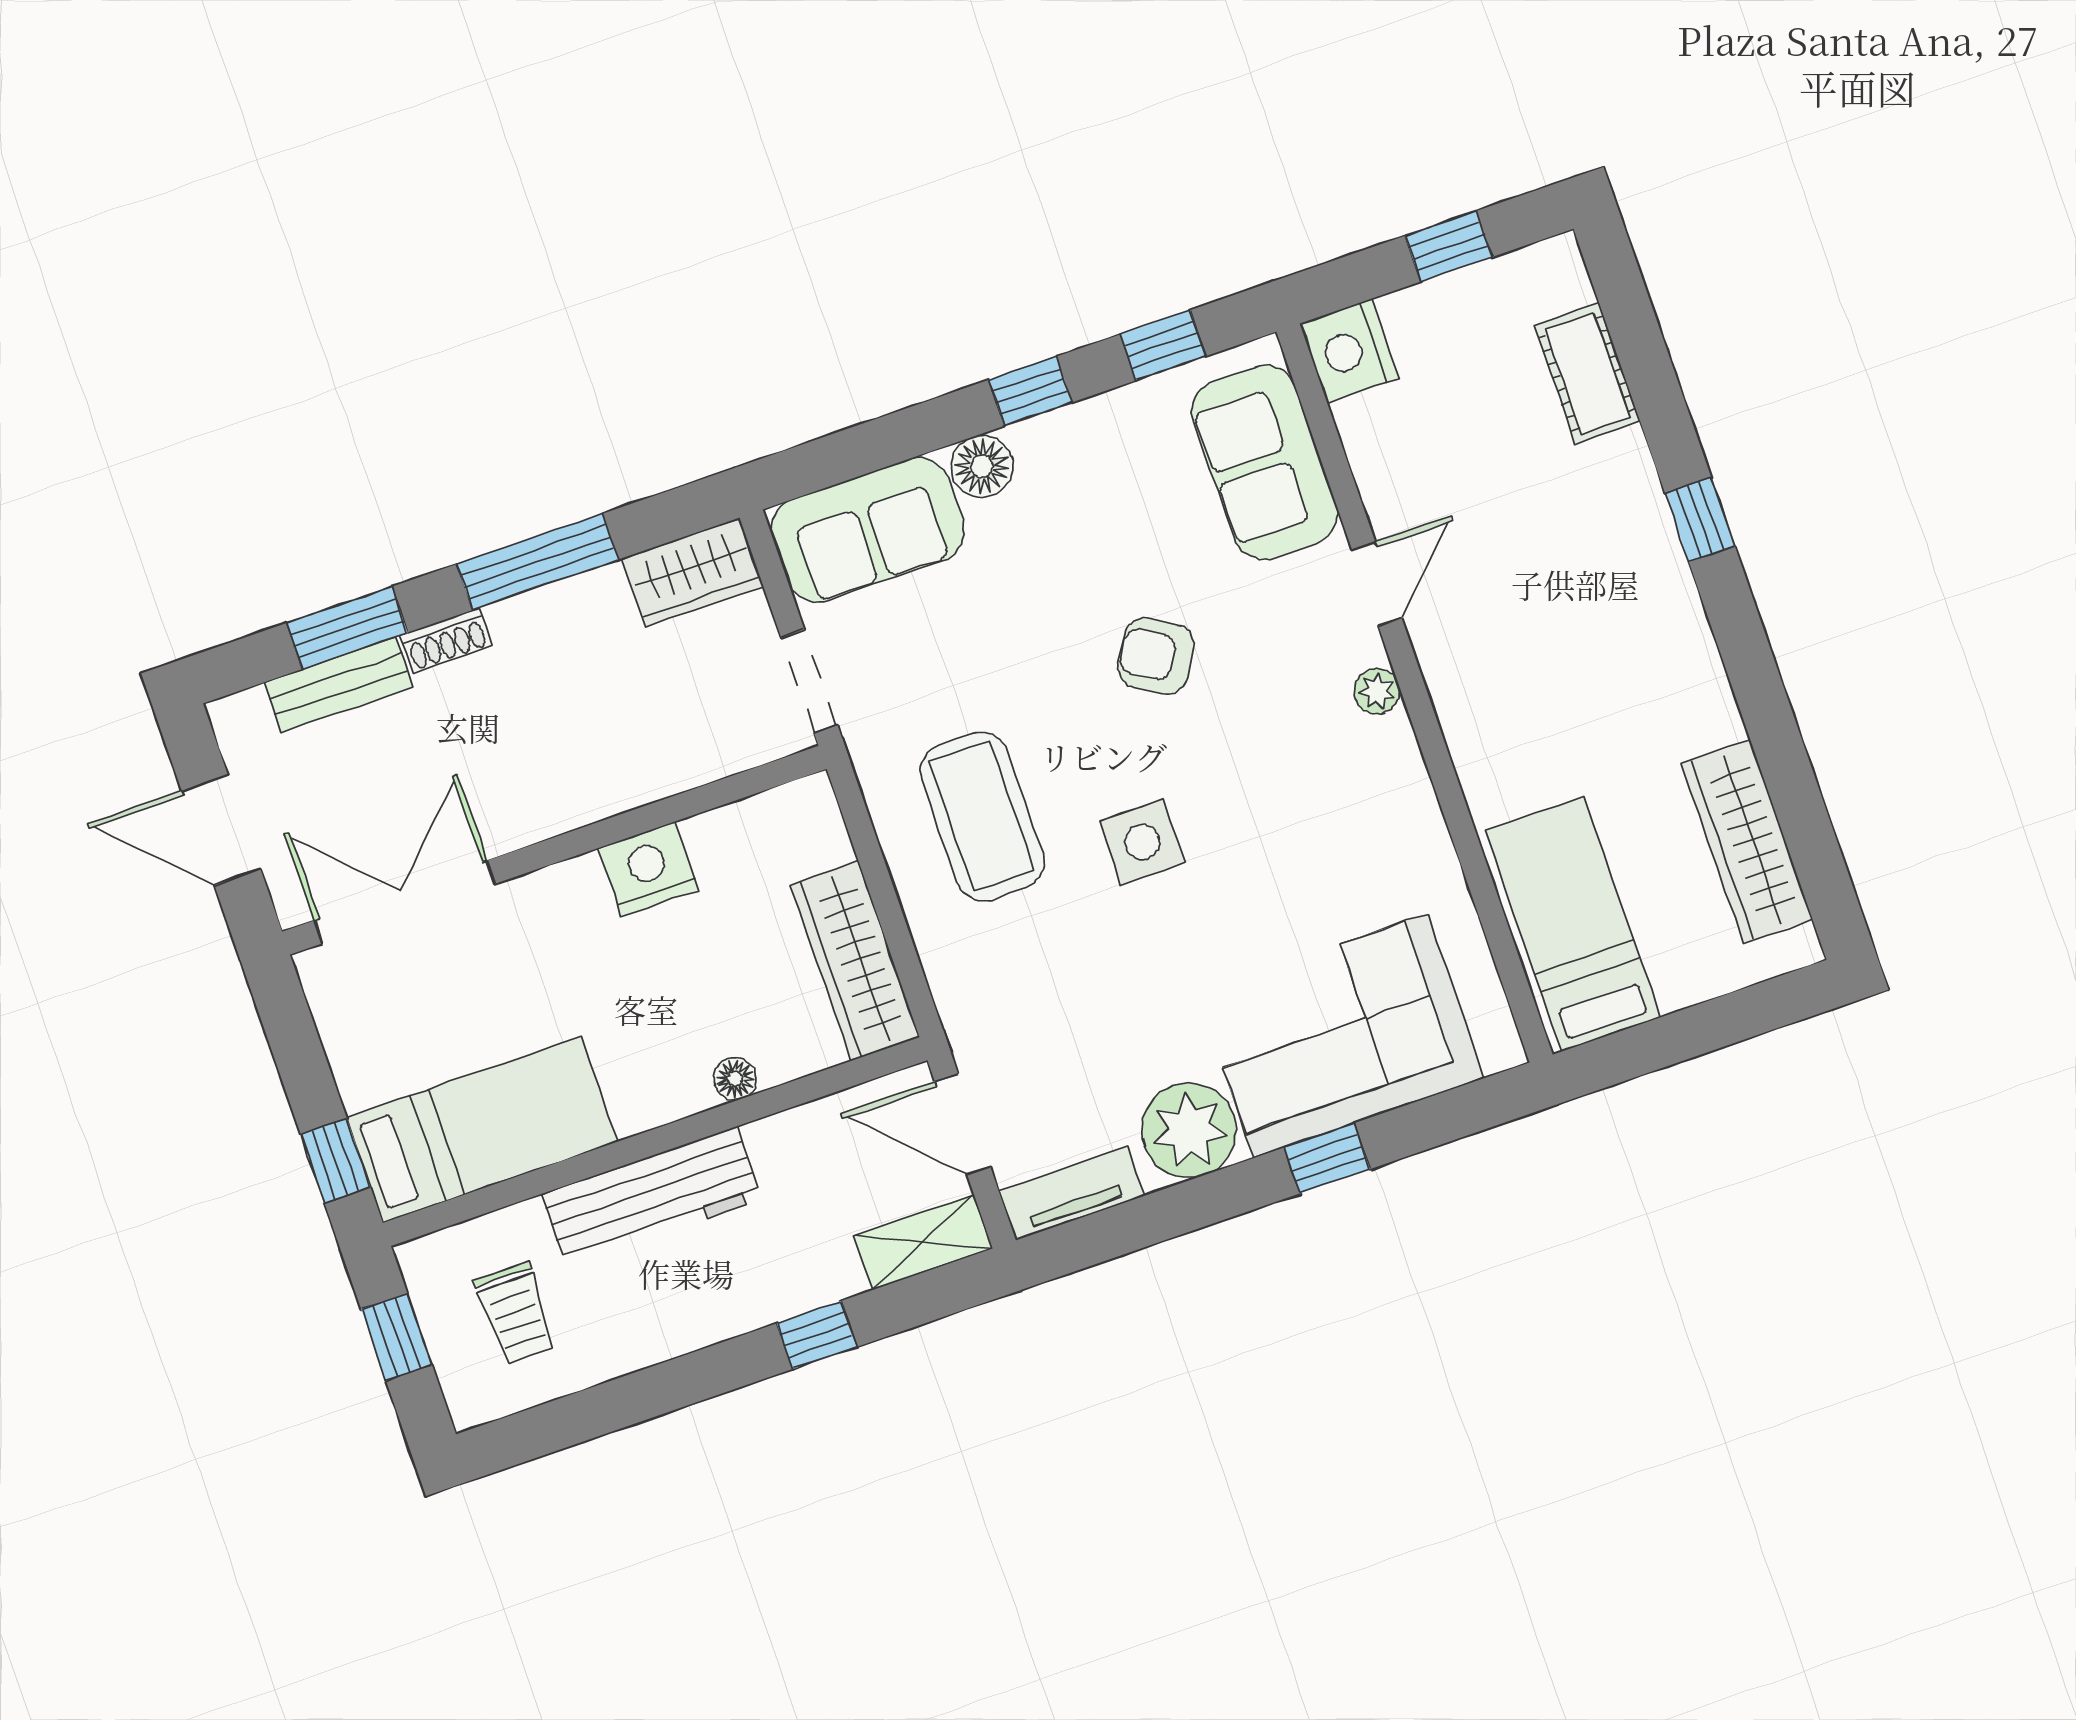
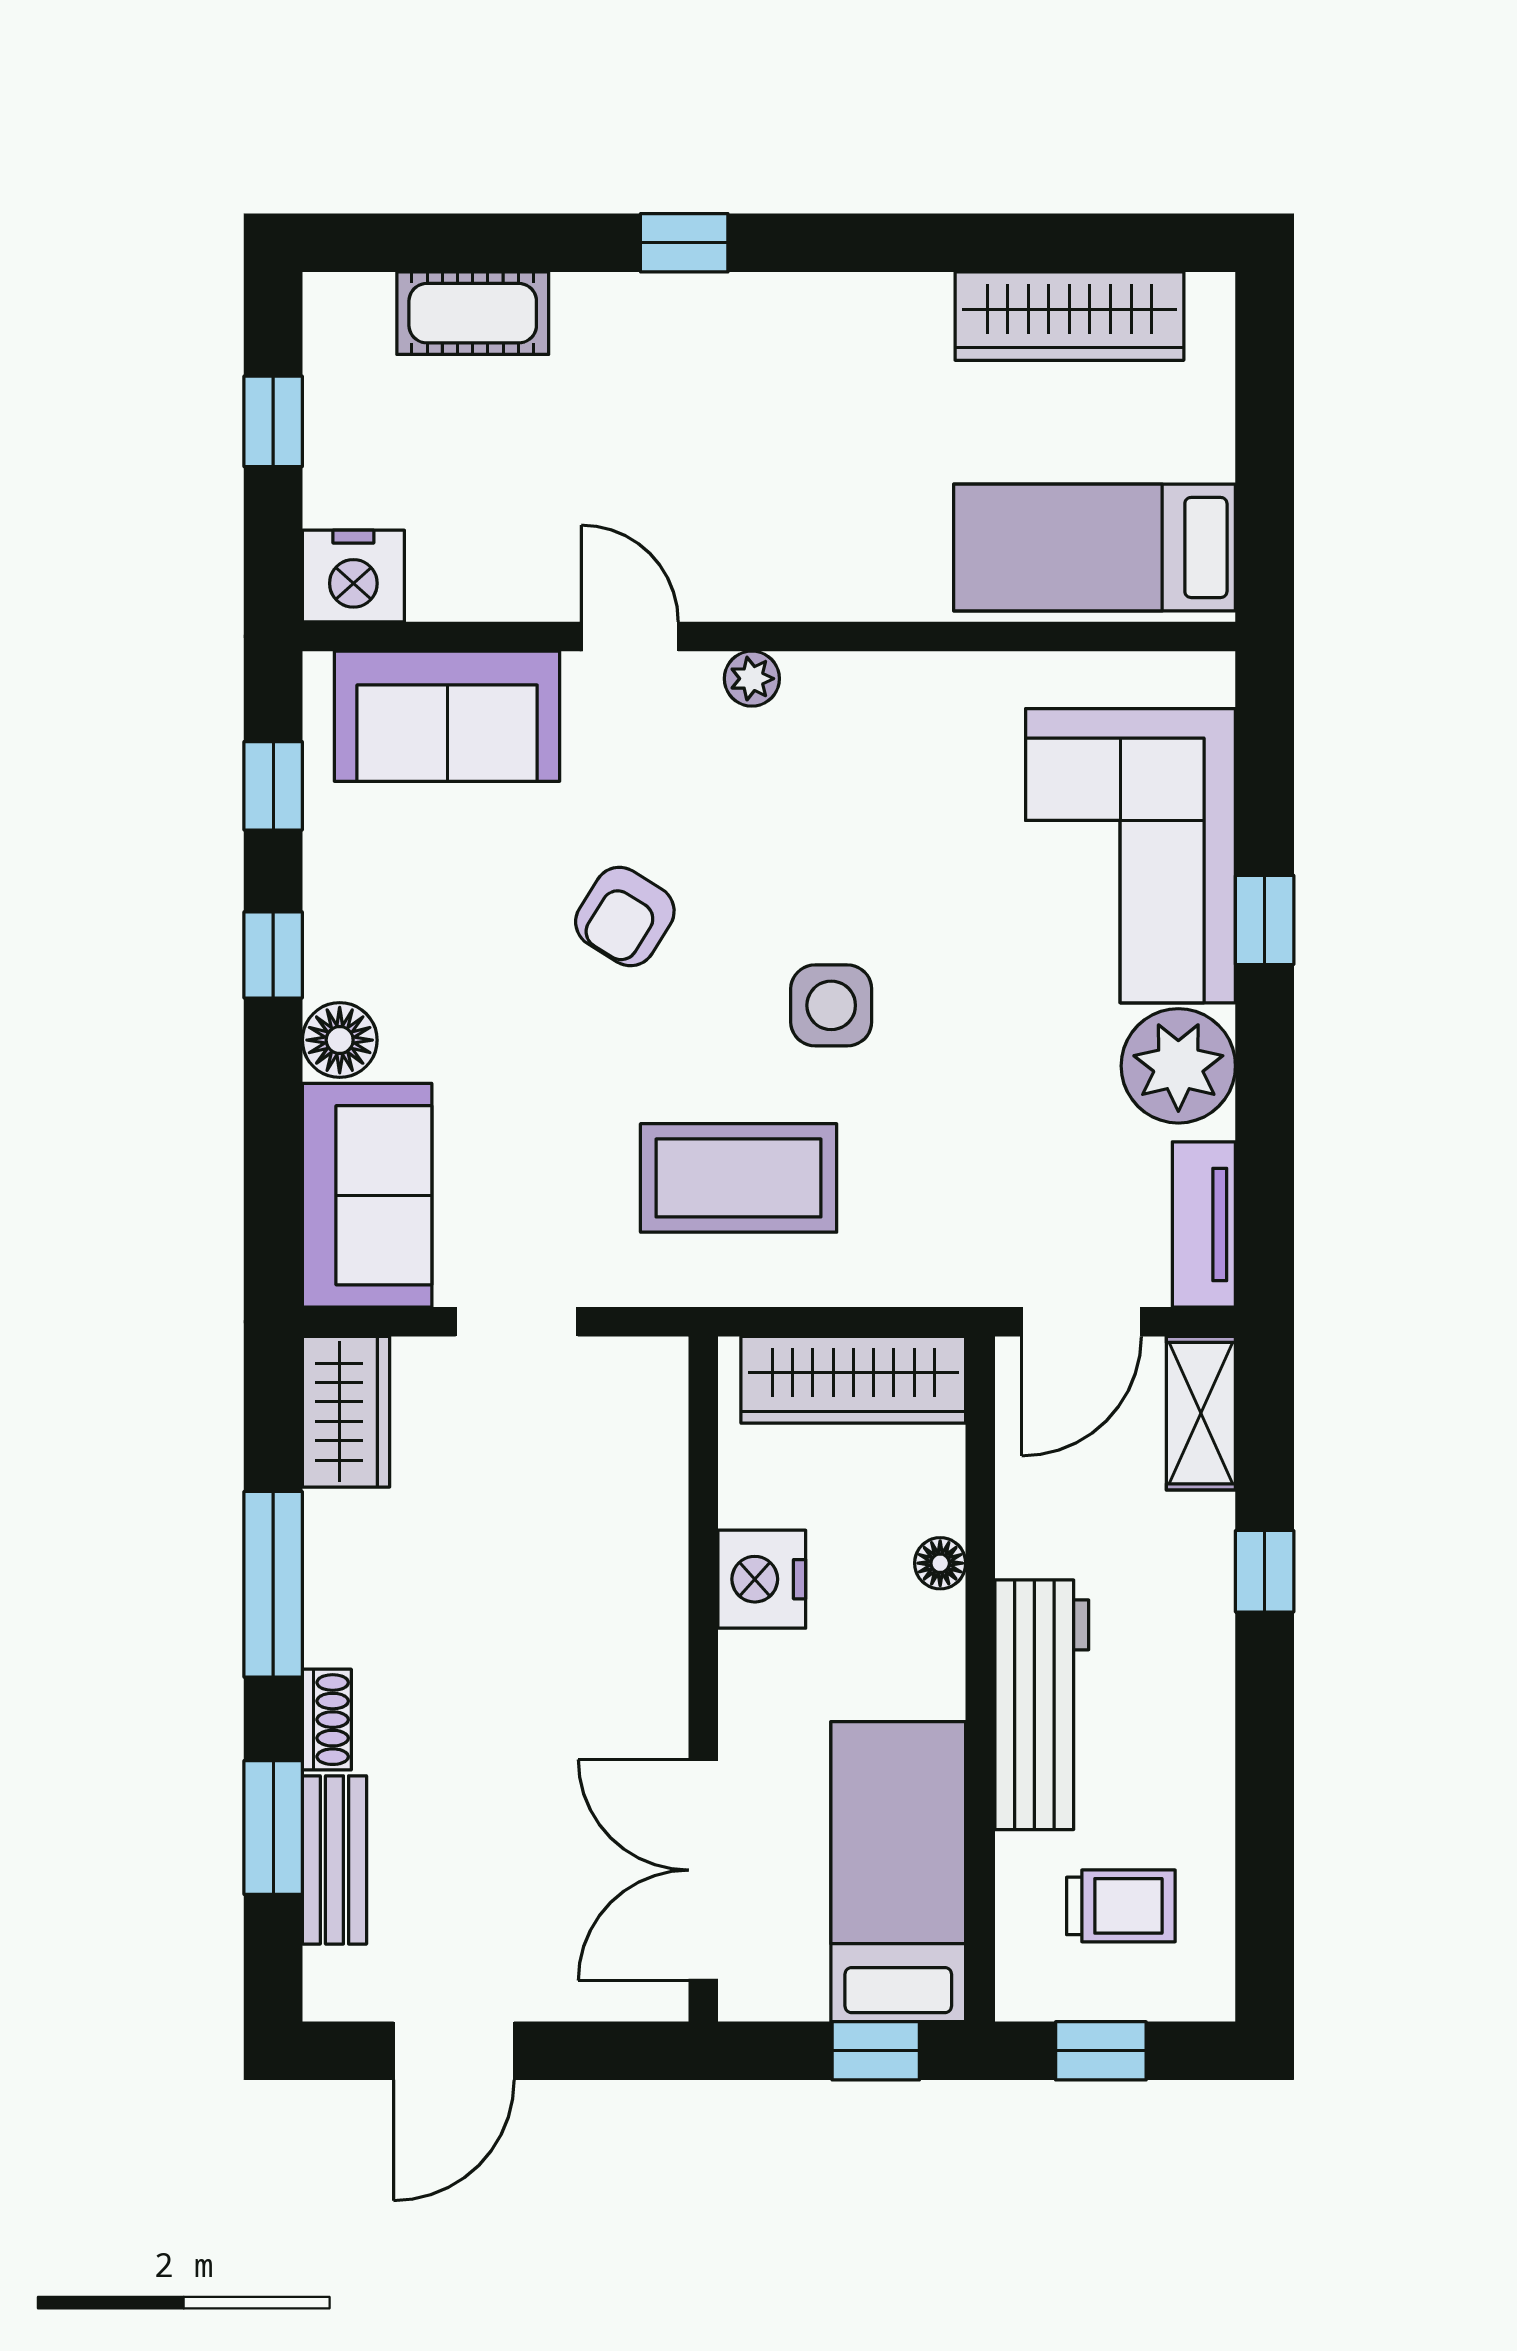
wall: (554, 850) -> (703, 1679), moved
nightstand: (648, 869) -> (762, 1579), moved
double door: (405, 902) -> (703, 1870), moved

